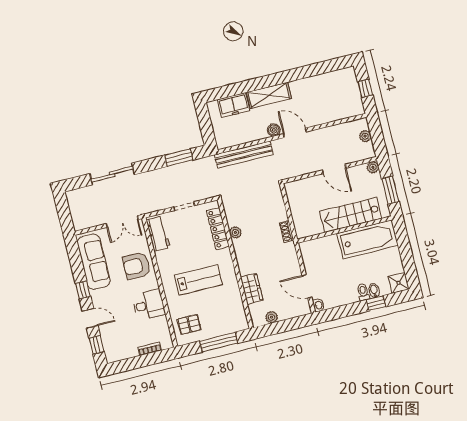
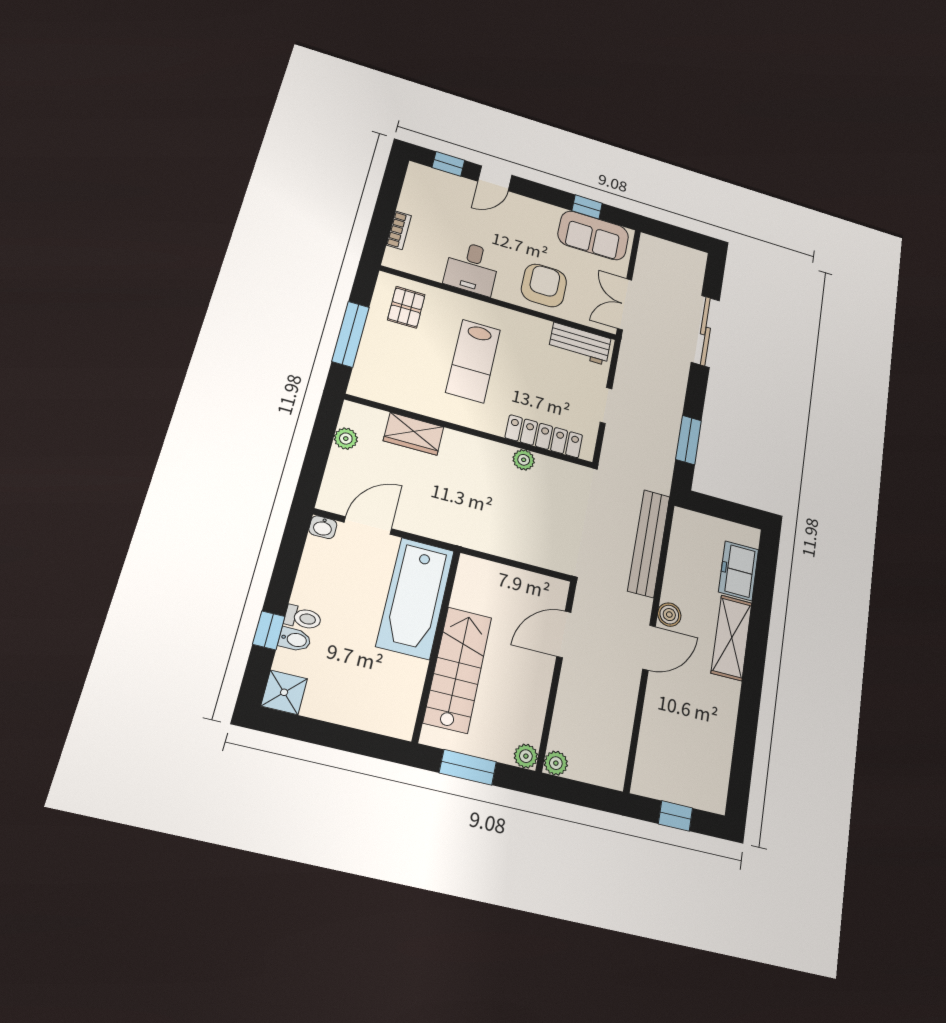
plant: (365, 136) -> (556, 763), moved
door: (334, 169) -> (564, 634), moved
shoe rack: (287, 231) -> (484, 543), removed
bathtub: (368, 239) -> (415, 598), moved
sofa: (94, 262) -> (593, 235), width x0.73
window: (83, 290) -> (587, 207), moved

